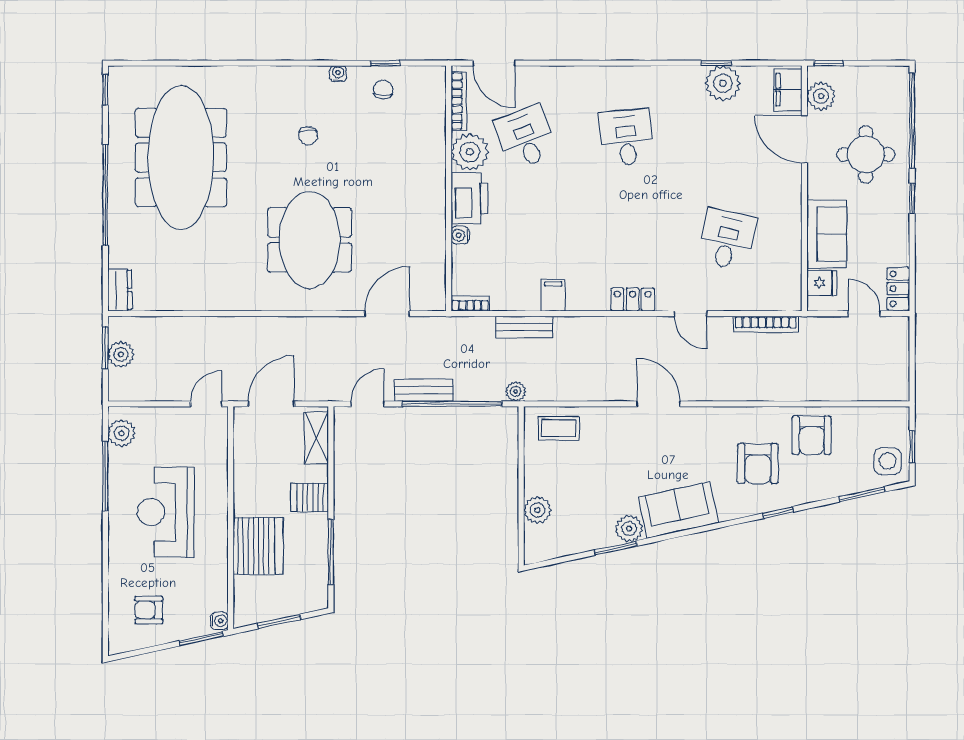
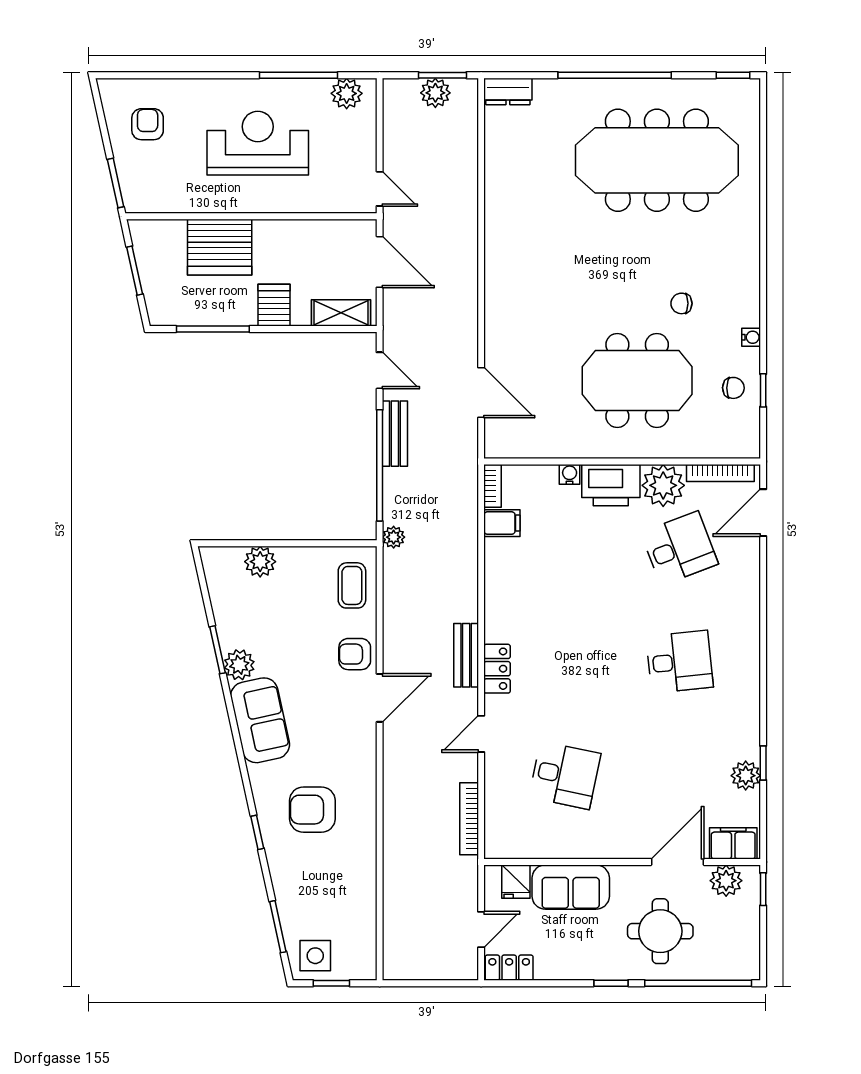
plant: (723, 83) -> (746, 776), width x0.73, depth x0.73
meeting table: (310, 240) -> (637, 380), moved
filing cabinet: (553, 295) -> (502, 523), moved
bench: (524, 327) -> (466, 655), moved
armchair: (812, 435) -> (355, 654), moved, width x0.72, depth x0.72
water cooler: (219, 621) -> (135, 204), removed

